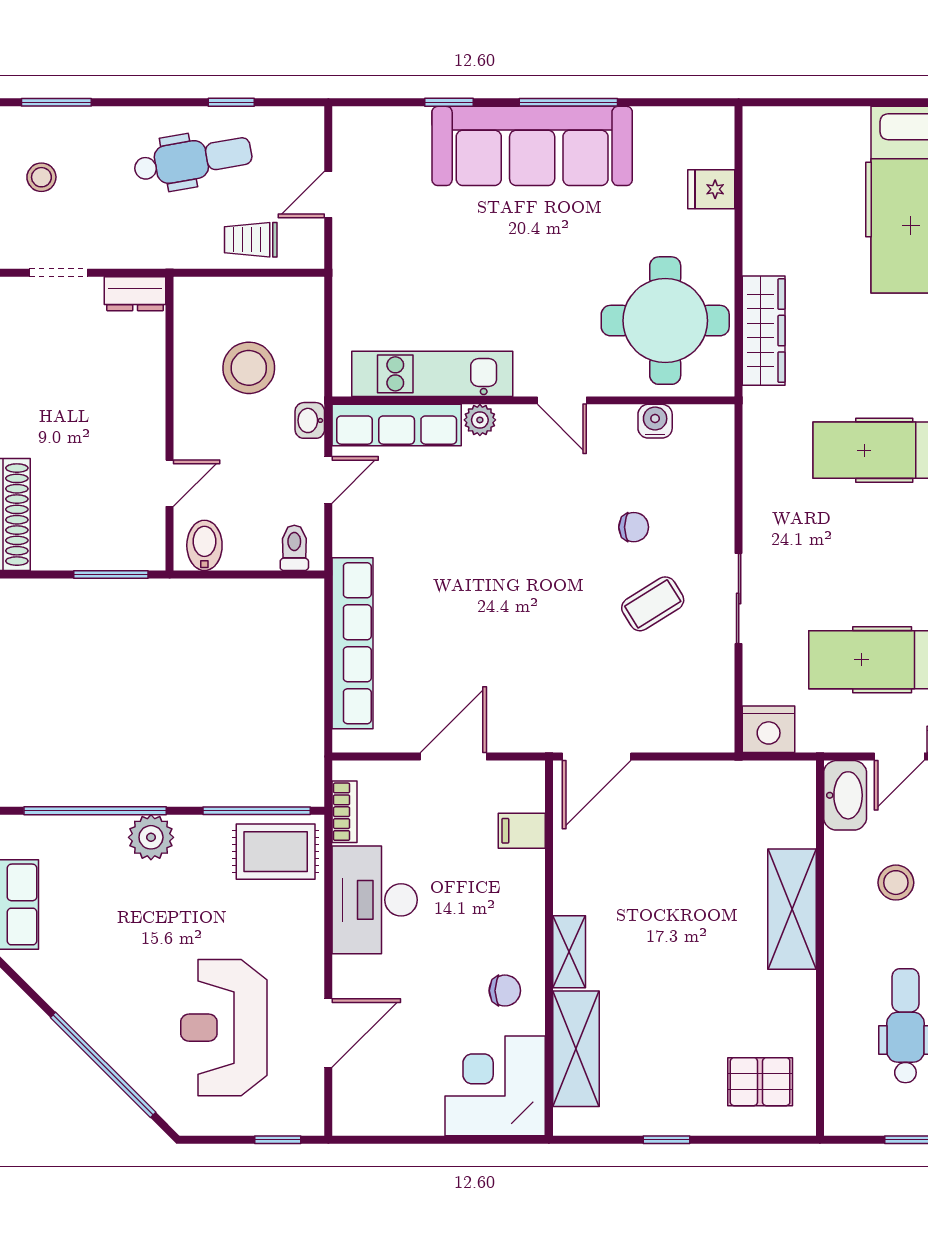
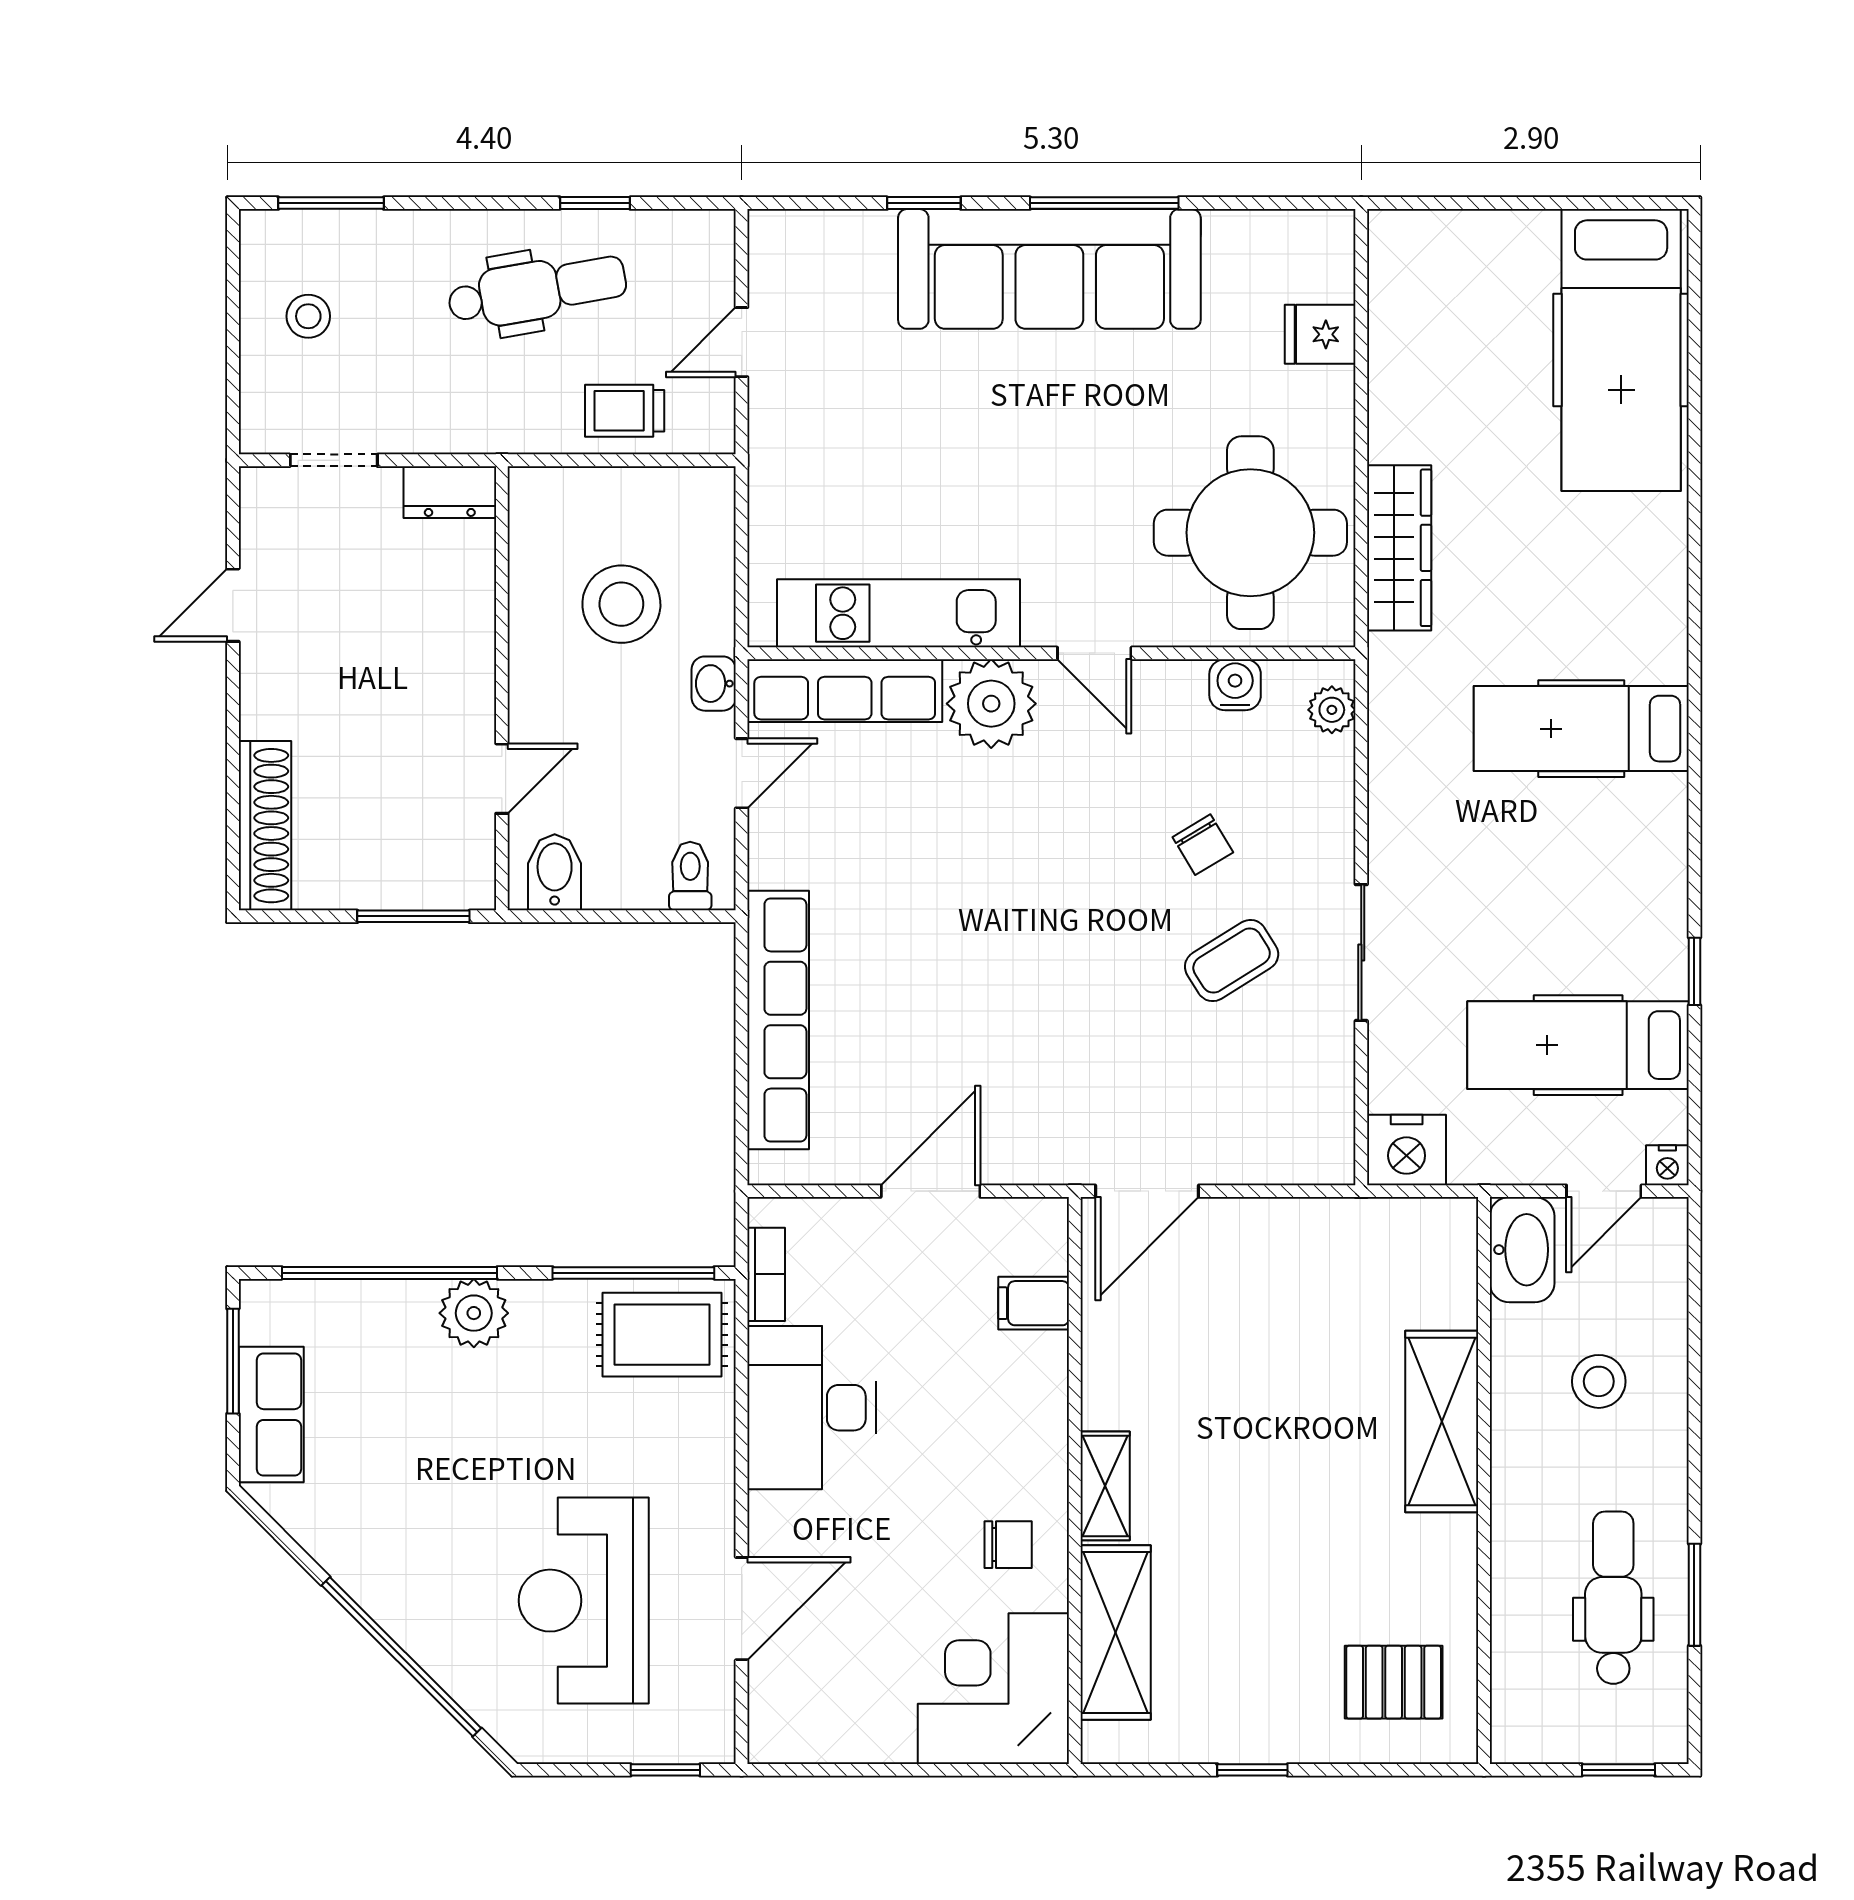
plant: (480, 420) -> (991, 704), width x1.87, depth x1.87
plant: (719, 438) -> (1332, 710), added
chair: (634, 527) -> (1203, 845), turned 59

